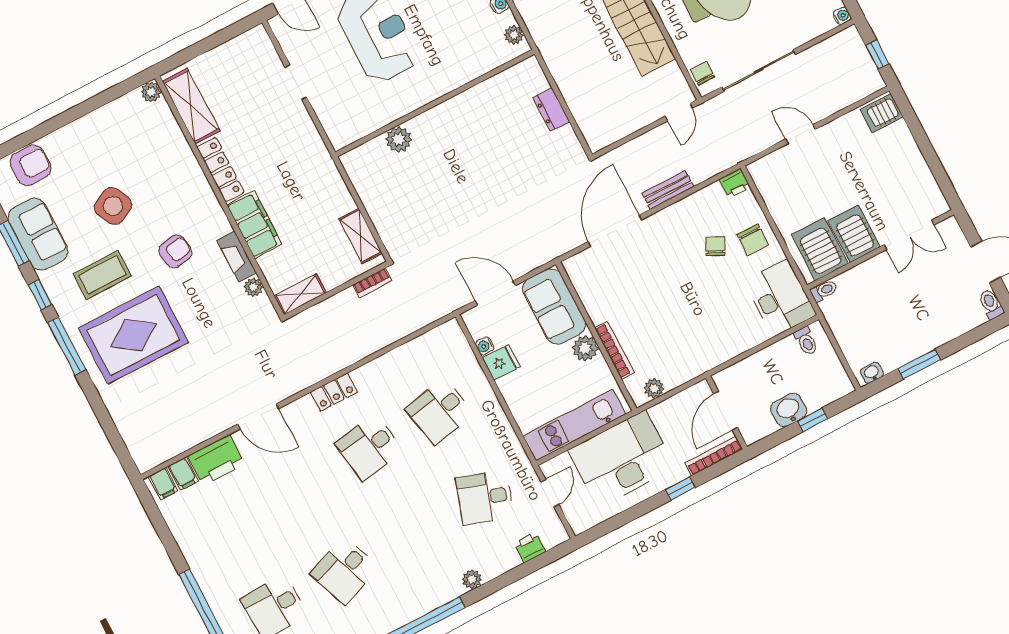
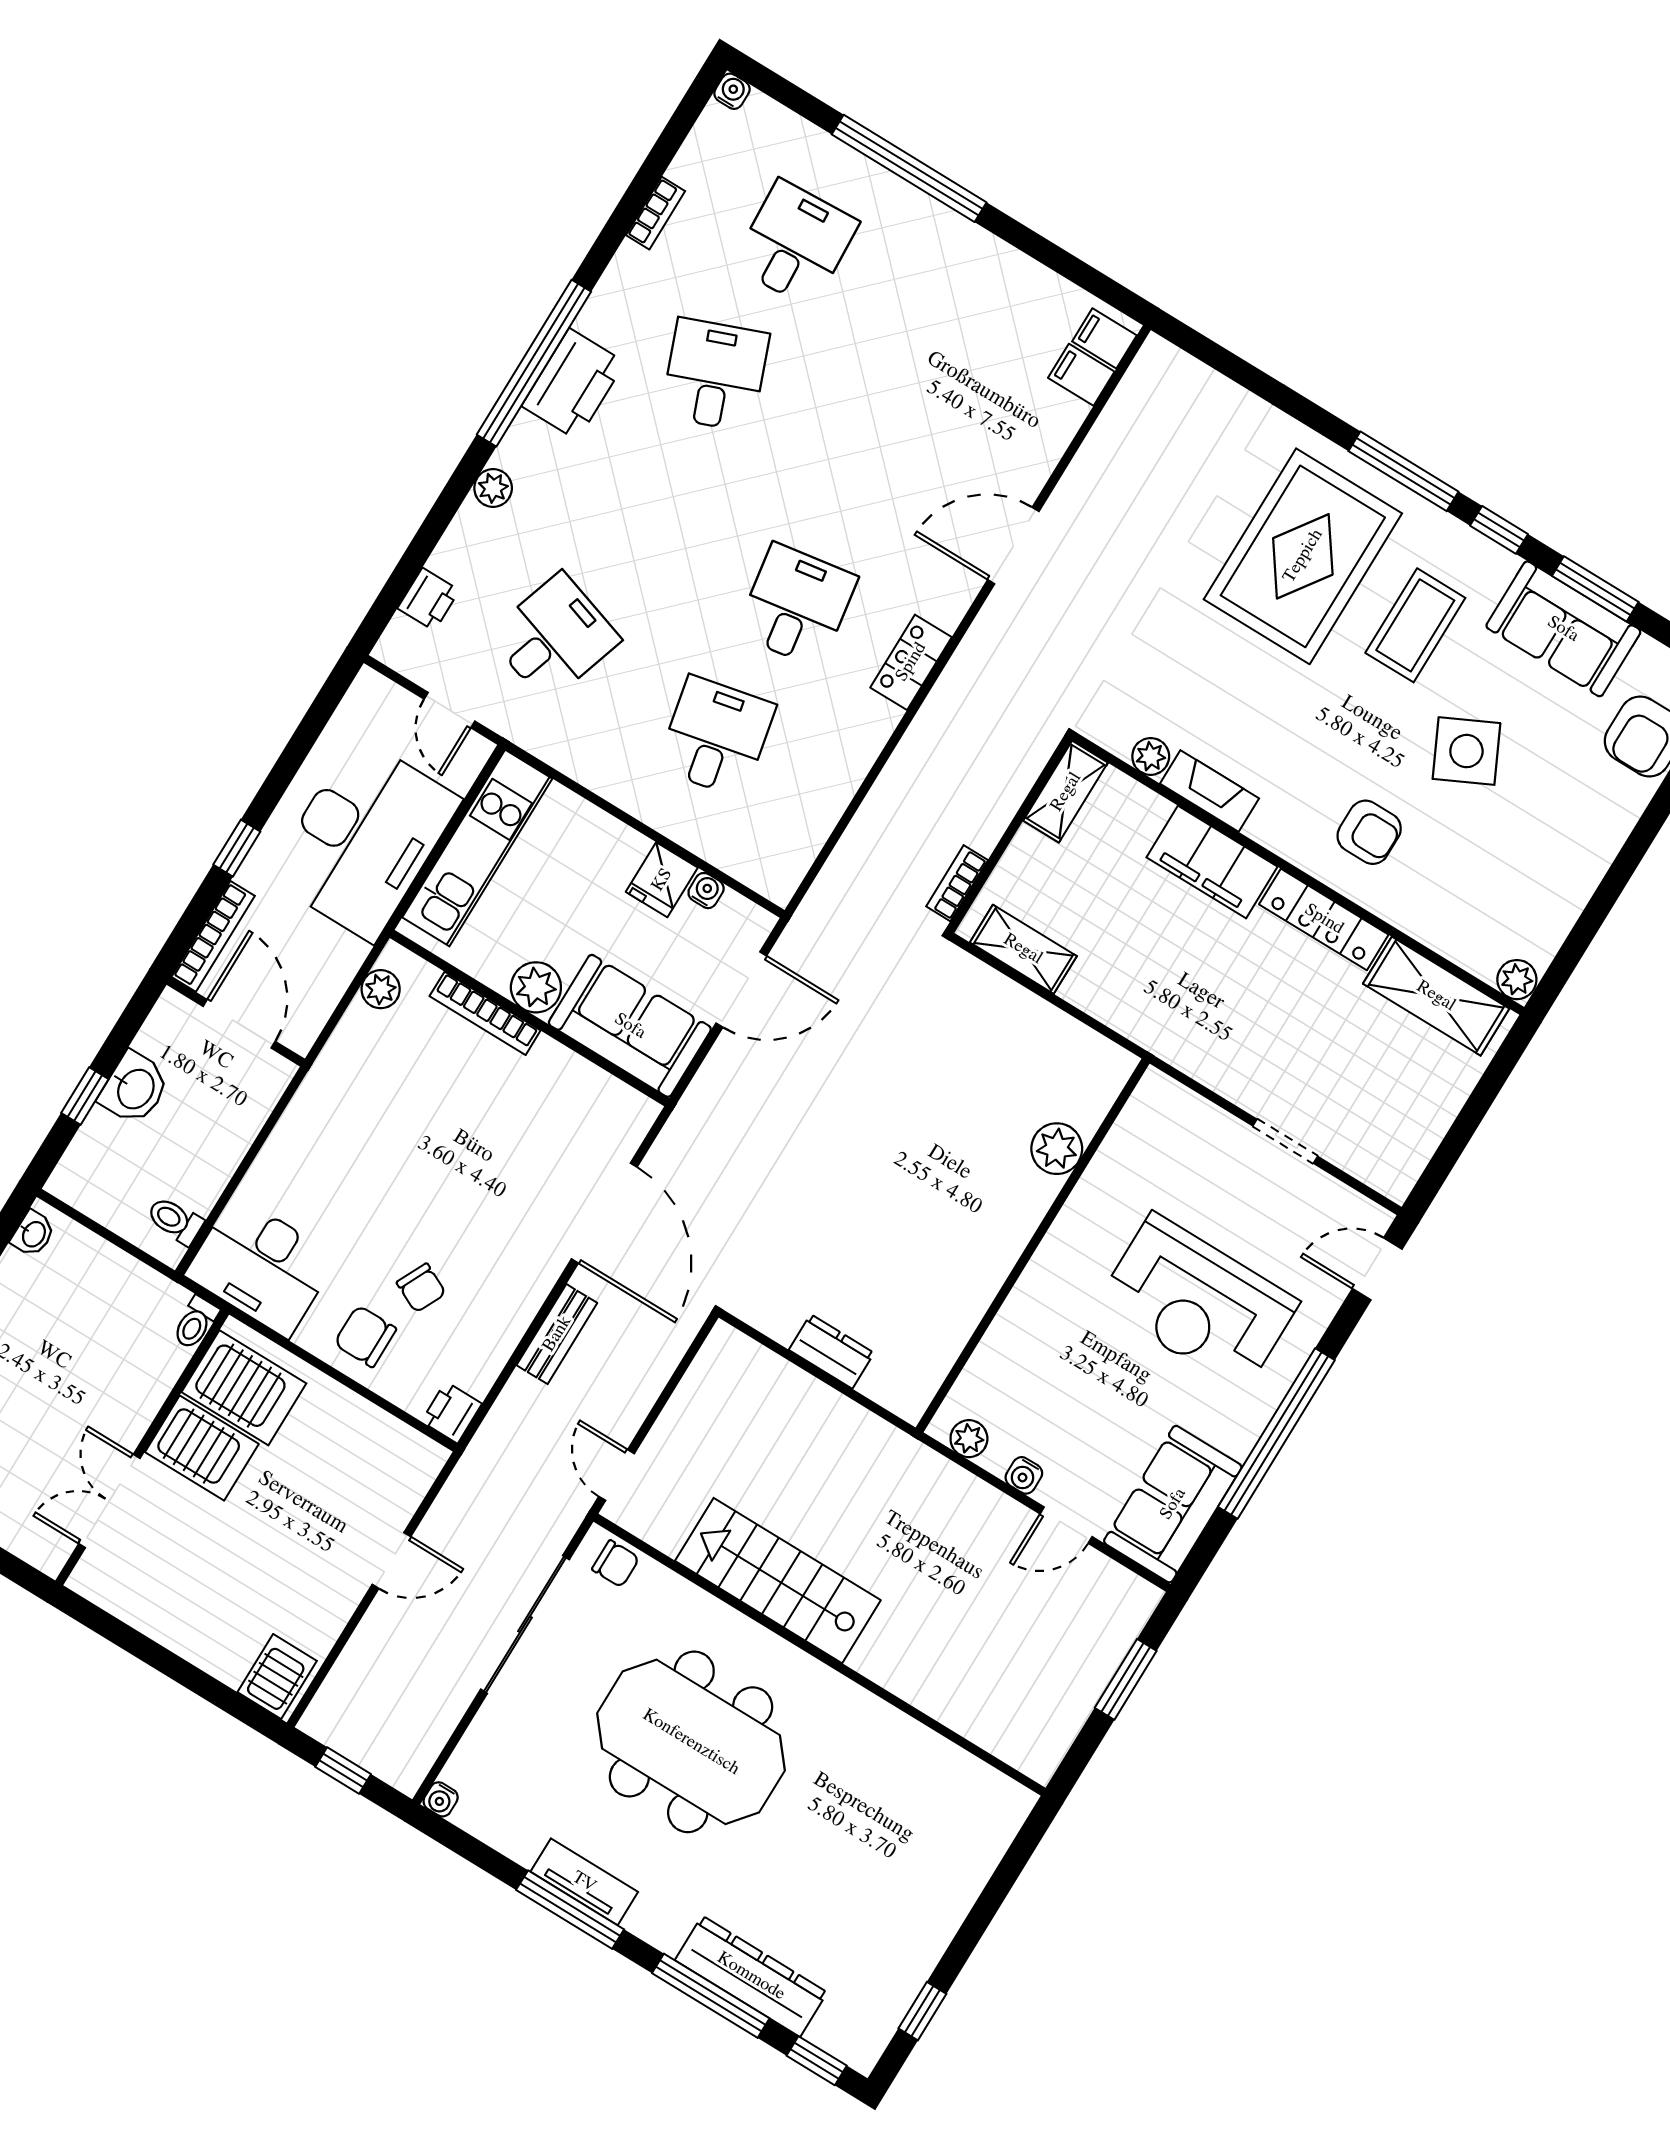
armchair: (175, 251) -> (1369, 832), moved, turned -81
printer: (216, 460) -> (573, 384), moved, turned 180

